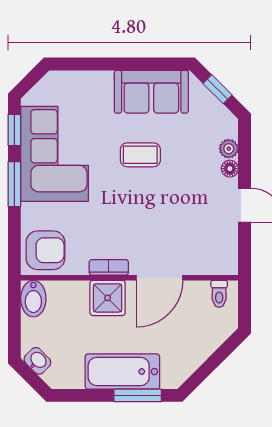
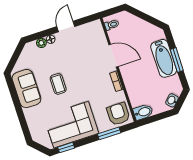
window: (218, 89) -> (15, 58), removed
window: (14, 184) -> (109, 133), moved
shower: (108, 298) -> (131, 77), removed
window: (138, 395) -> (177, 60), moved

